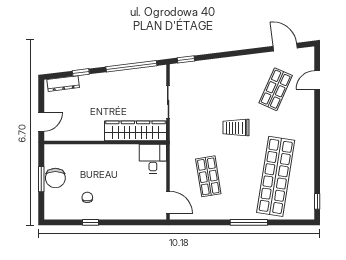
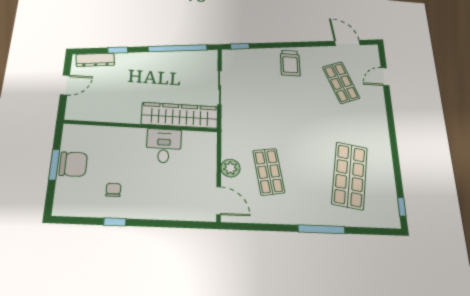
shop shelf: (276, 89) -> (341, 83), turned -45
door: (41, 122) -> (65, 85), moved
trolley: (236, 128) -> (290, 63), moved, turned -90
desk: (153, 159) -> (164, 146), moved
plant: (177, 175) -> (230, 168), added
shop shelf: (276, 176) -> (350, 175), width x0.71
chair: (55, 178) -> (73, 164), turned -90

